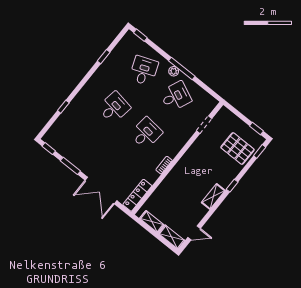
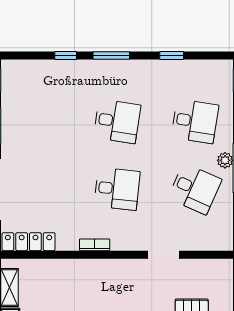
desk: (144, 71) -> (195, 121), turned 30
window: (81, 85) -> (111, 55), added
doorway: (204, 125) -> (164, 255), moved

